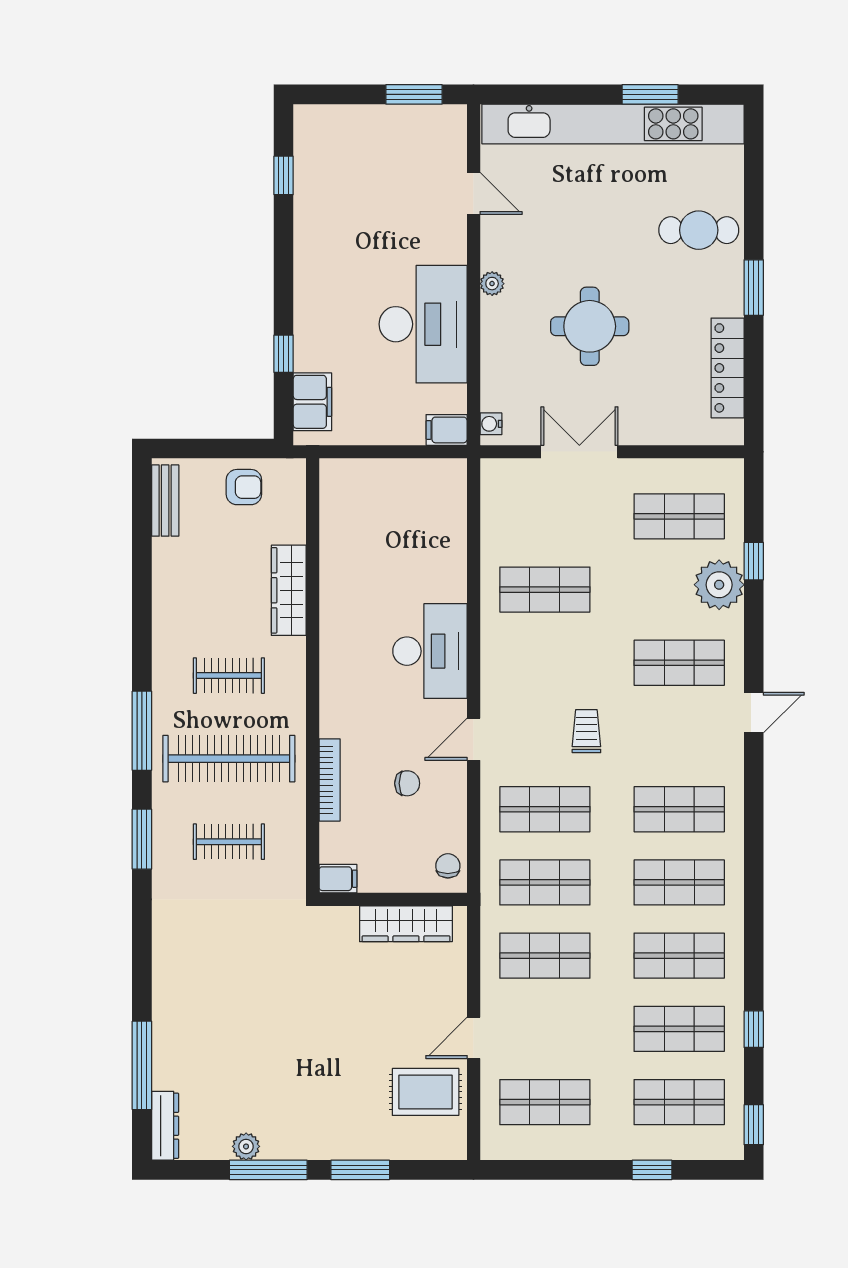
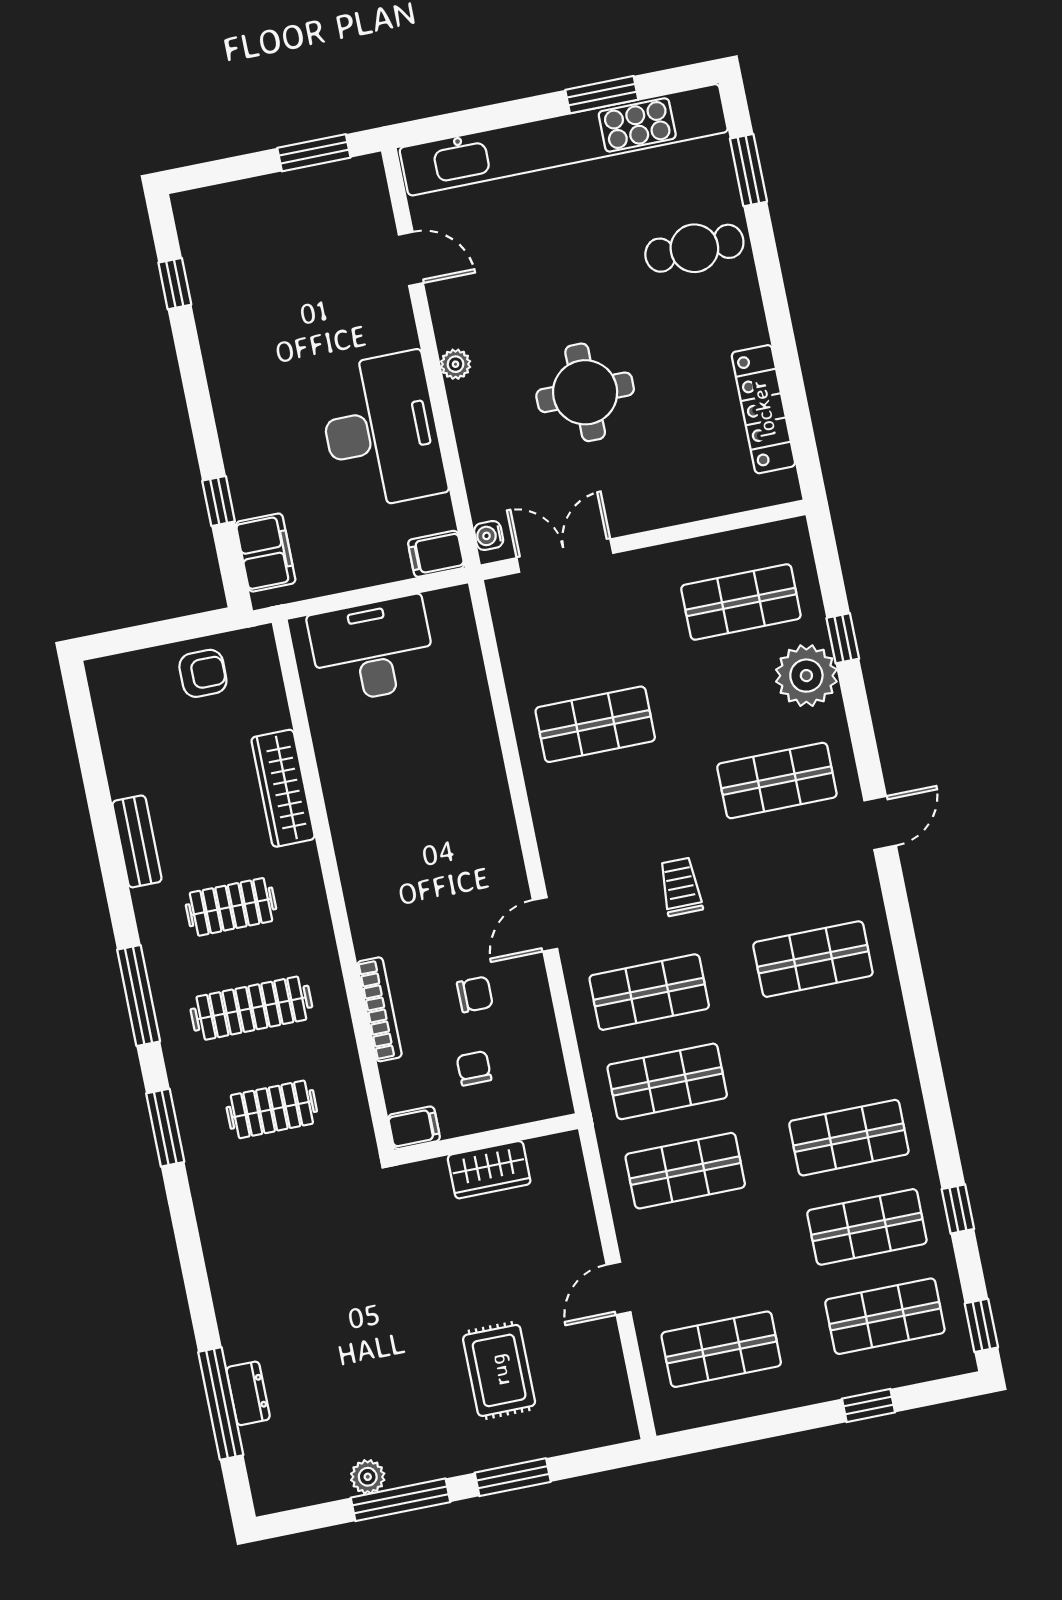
window: (754, 288) -> (748, 170), moved
double door: (579, 452) -> (565, 556), moved
bench: (165, 501) -> (137, 841), moved
desk: (430, 651) -> (372, 650), moved, turned -90
clothes rail: (229, 759) -> (251, 1008), width x0.73, depth x0.76
chair: (448, 866) -> (474, 1068), moved
shop shelf: (679, 882) -> (831, 1048), removed
wardrobe: (406, 924) -> (489, 1170), width x0.67
rug: (426, 1092) -> (499, 1370), moved, turned 90
dresser: (165, 1126) -> (248, 1393), moved, width x0.70

